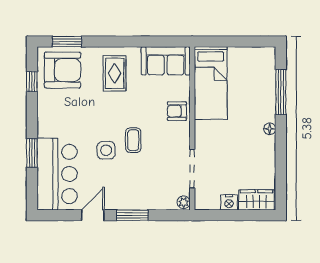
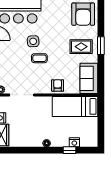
window: (67, 42) -> (101, 46), moved
nightstand: (268, 84) -> (74, 142), added
window: (281, 92) -> (69, 150), width x0.46

